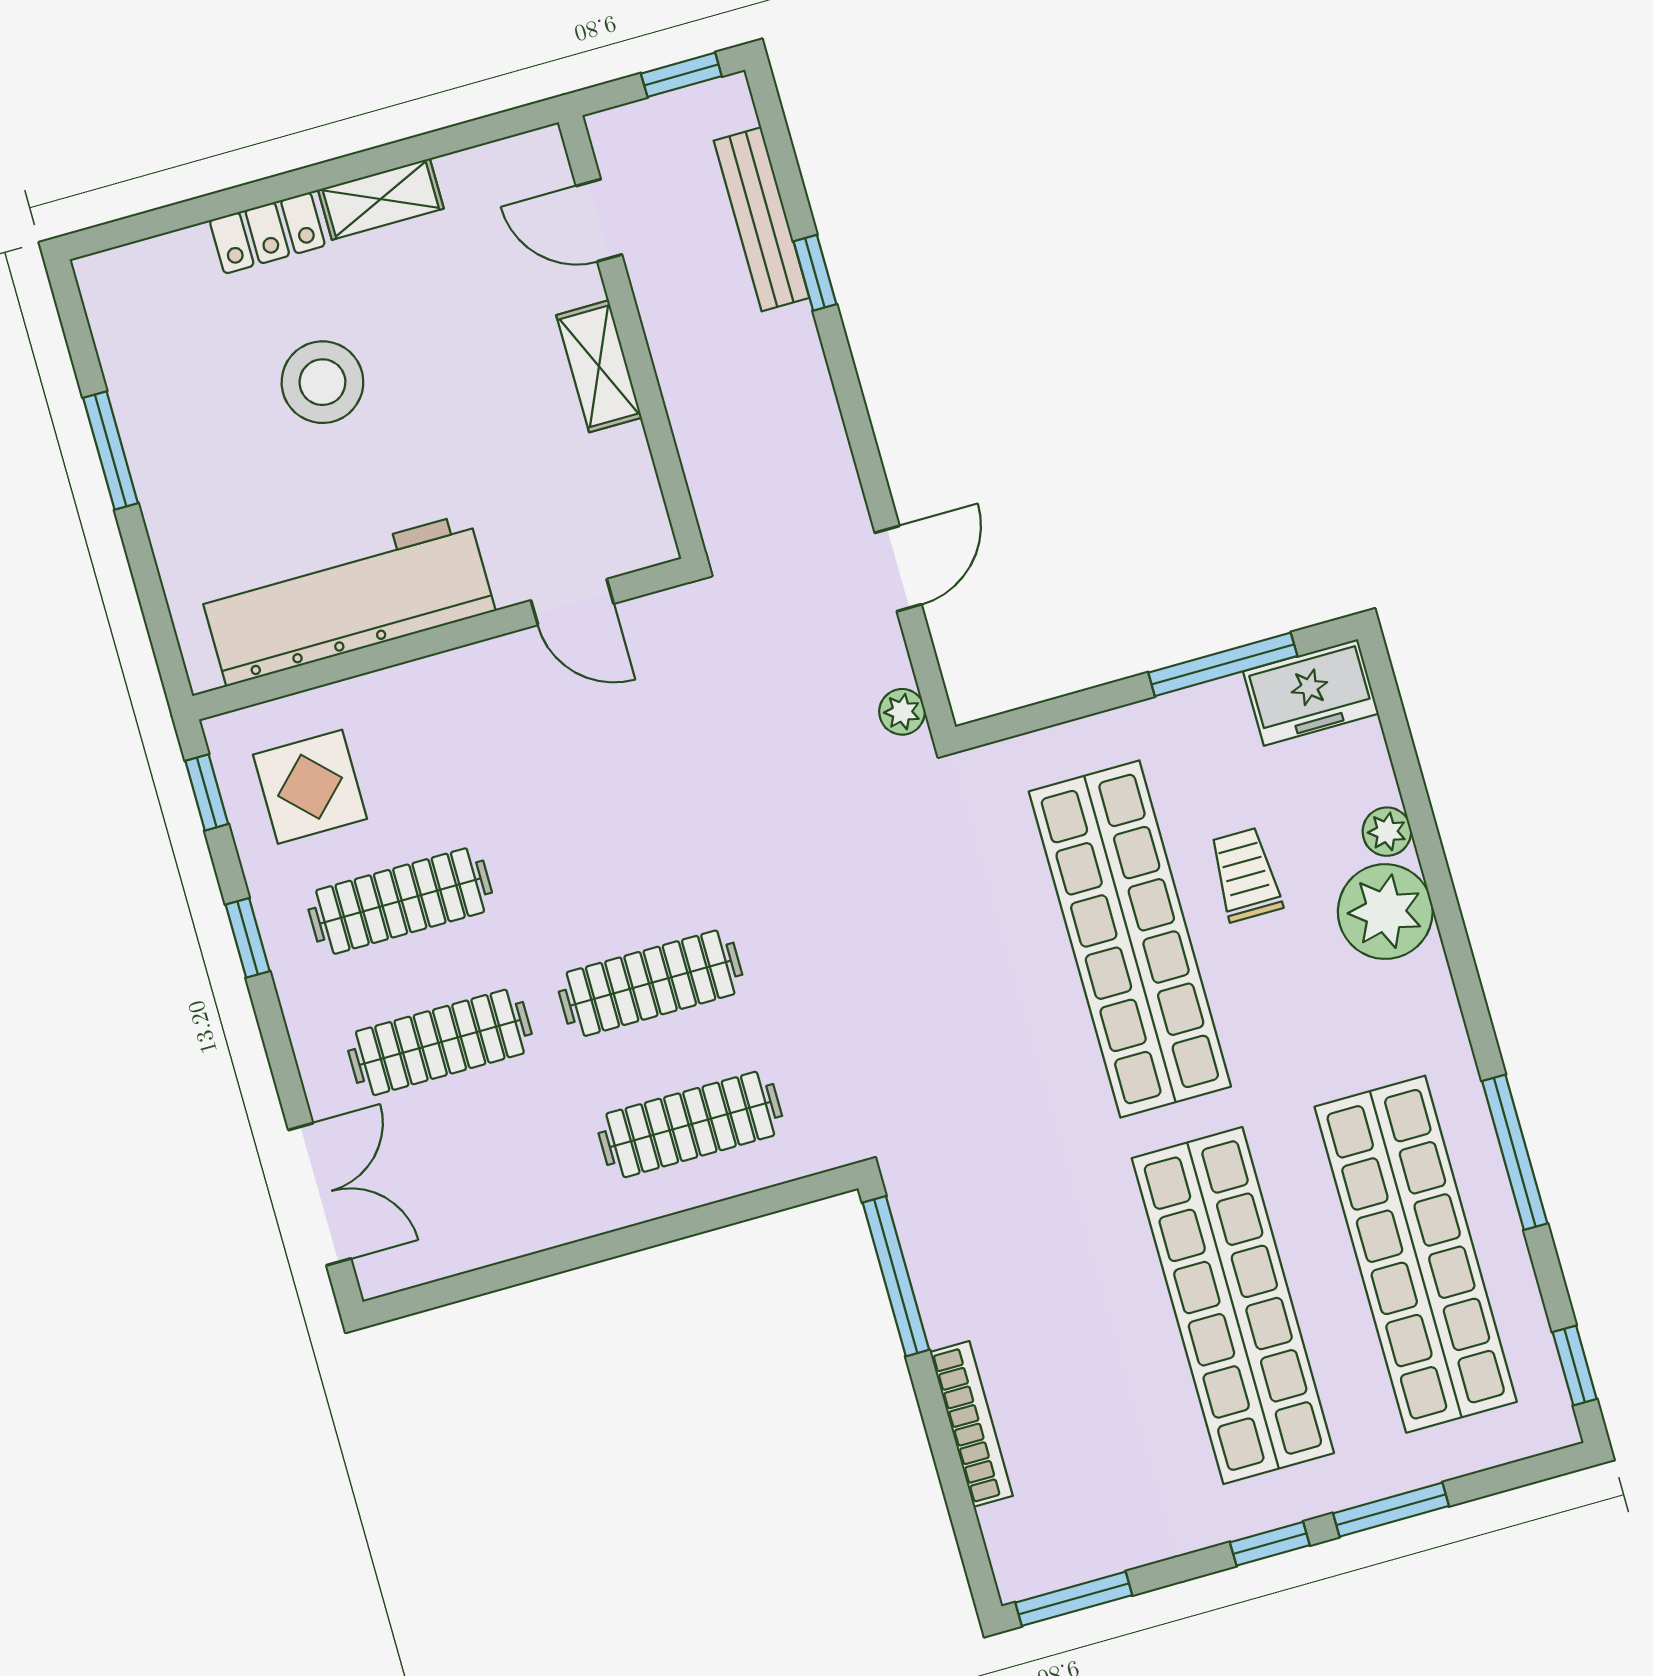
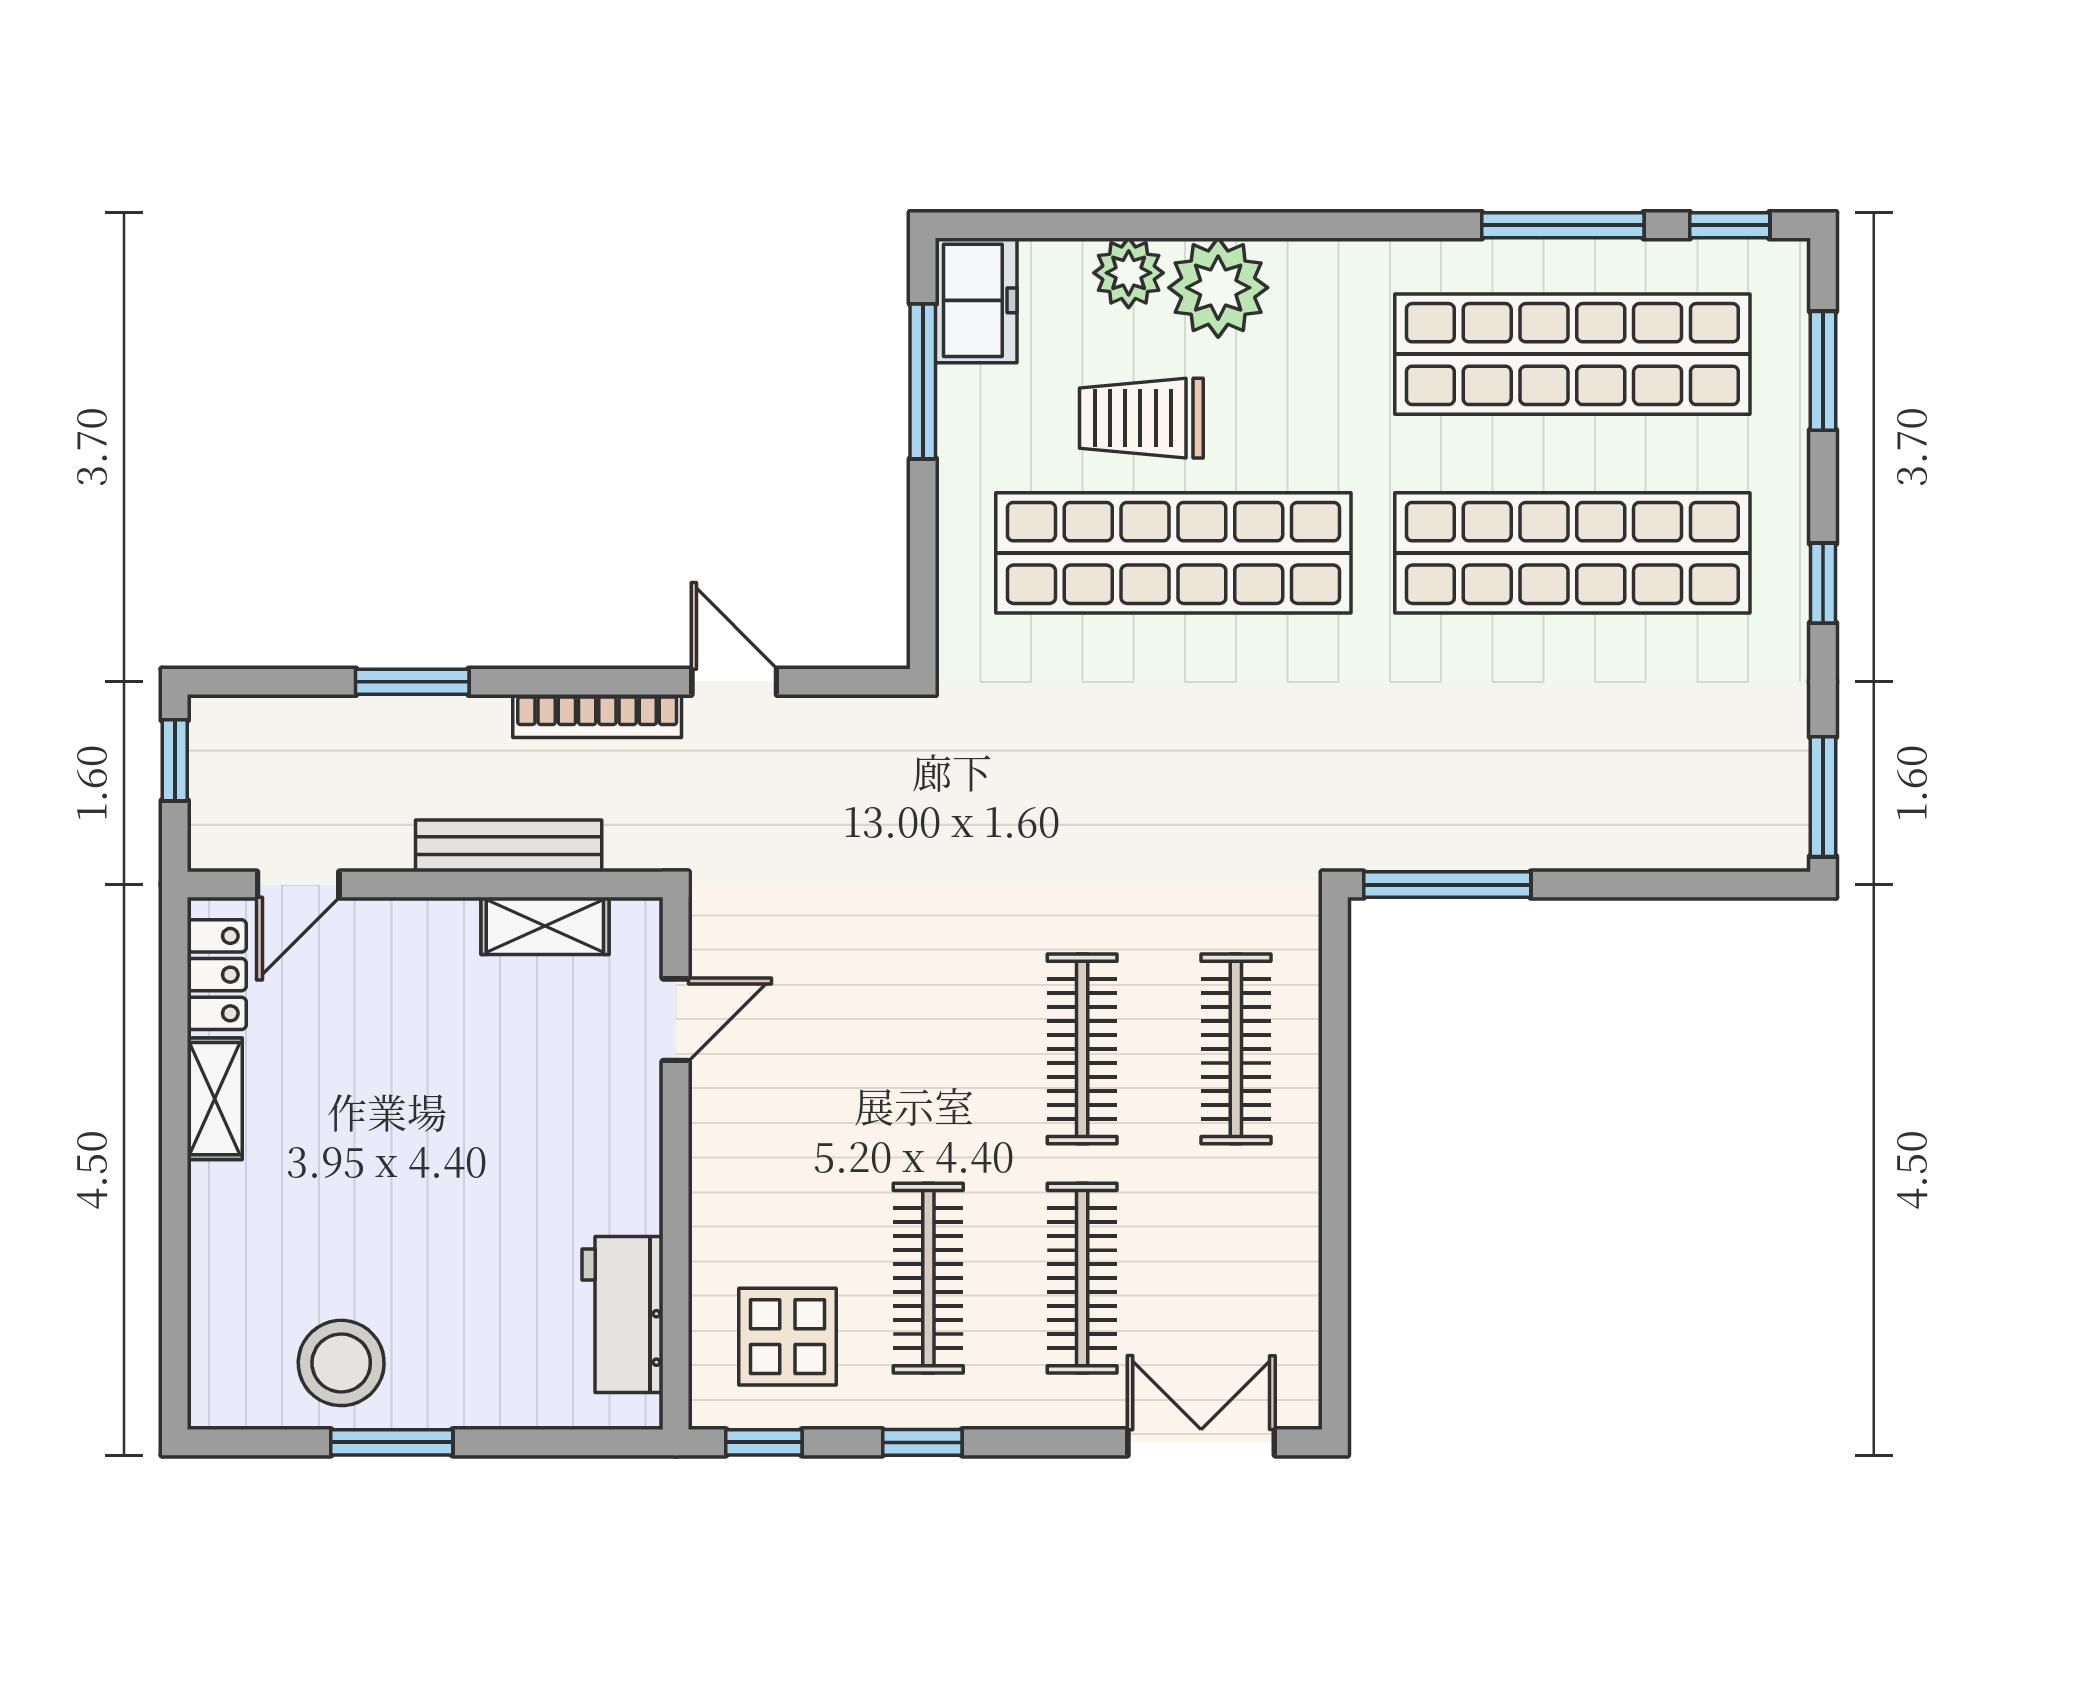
bench: (761, 219) -> (509, 846), moved
locker: (267, 233) -> (217, 975), moved
window: (815, 273) -> (412, 682), width x1.50
shelving: (599, 366) -> (545, 926), moved
stool: (322, 382) -> (341, 1363), moved
workbench: (347, 600) -> (622, 1314), width x0.53, depth x0.76
plant: (902, 712) -> (880, 718), removed
plant: (1387, 832) -> (1129, 273), width x1.38, depth x1.38
trolley: (1245, 875) -> (1141, 418), width x1.36, depth x1.39
window: (1515, 1152) -> (1563, 225), moved
bookcase: (971, 1424) -> (597, 716), moved, turned 180
window: (1391, 1510) -> (1823, 371), moved

